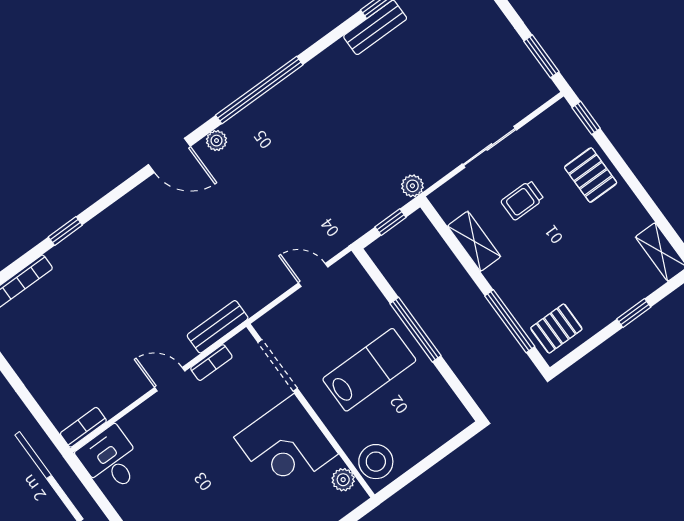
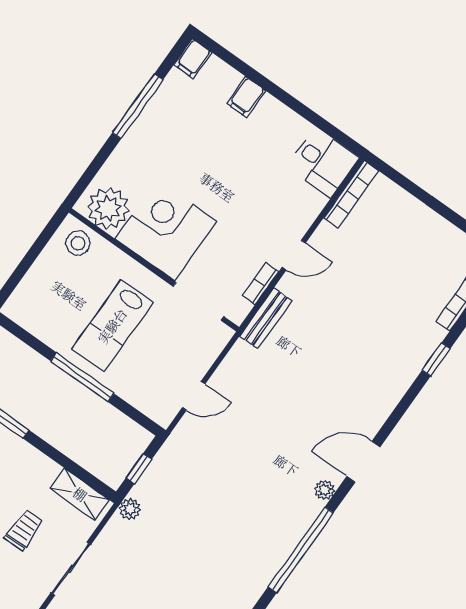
shelving: (474, 241) -> (80, 494), moved
bookcase: (83, 427) -> (351, 194), width x1.56
stool: (376, 462) -> (78, 243), width x0.73, depth x0.73
plant: (343, 480) -> (108, 208), width x1.88, depth x1.88

